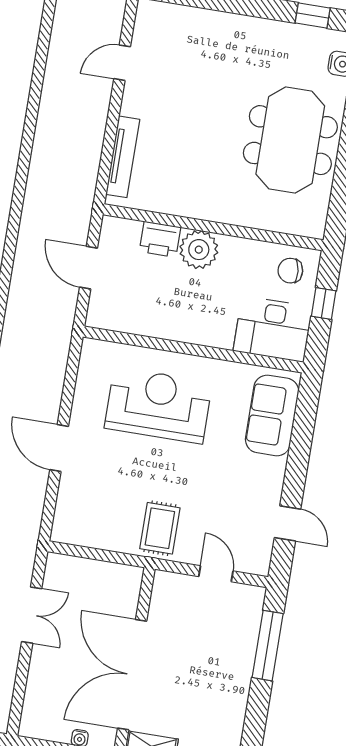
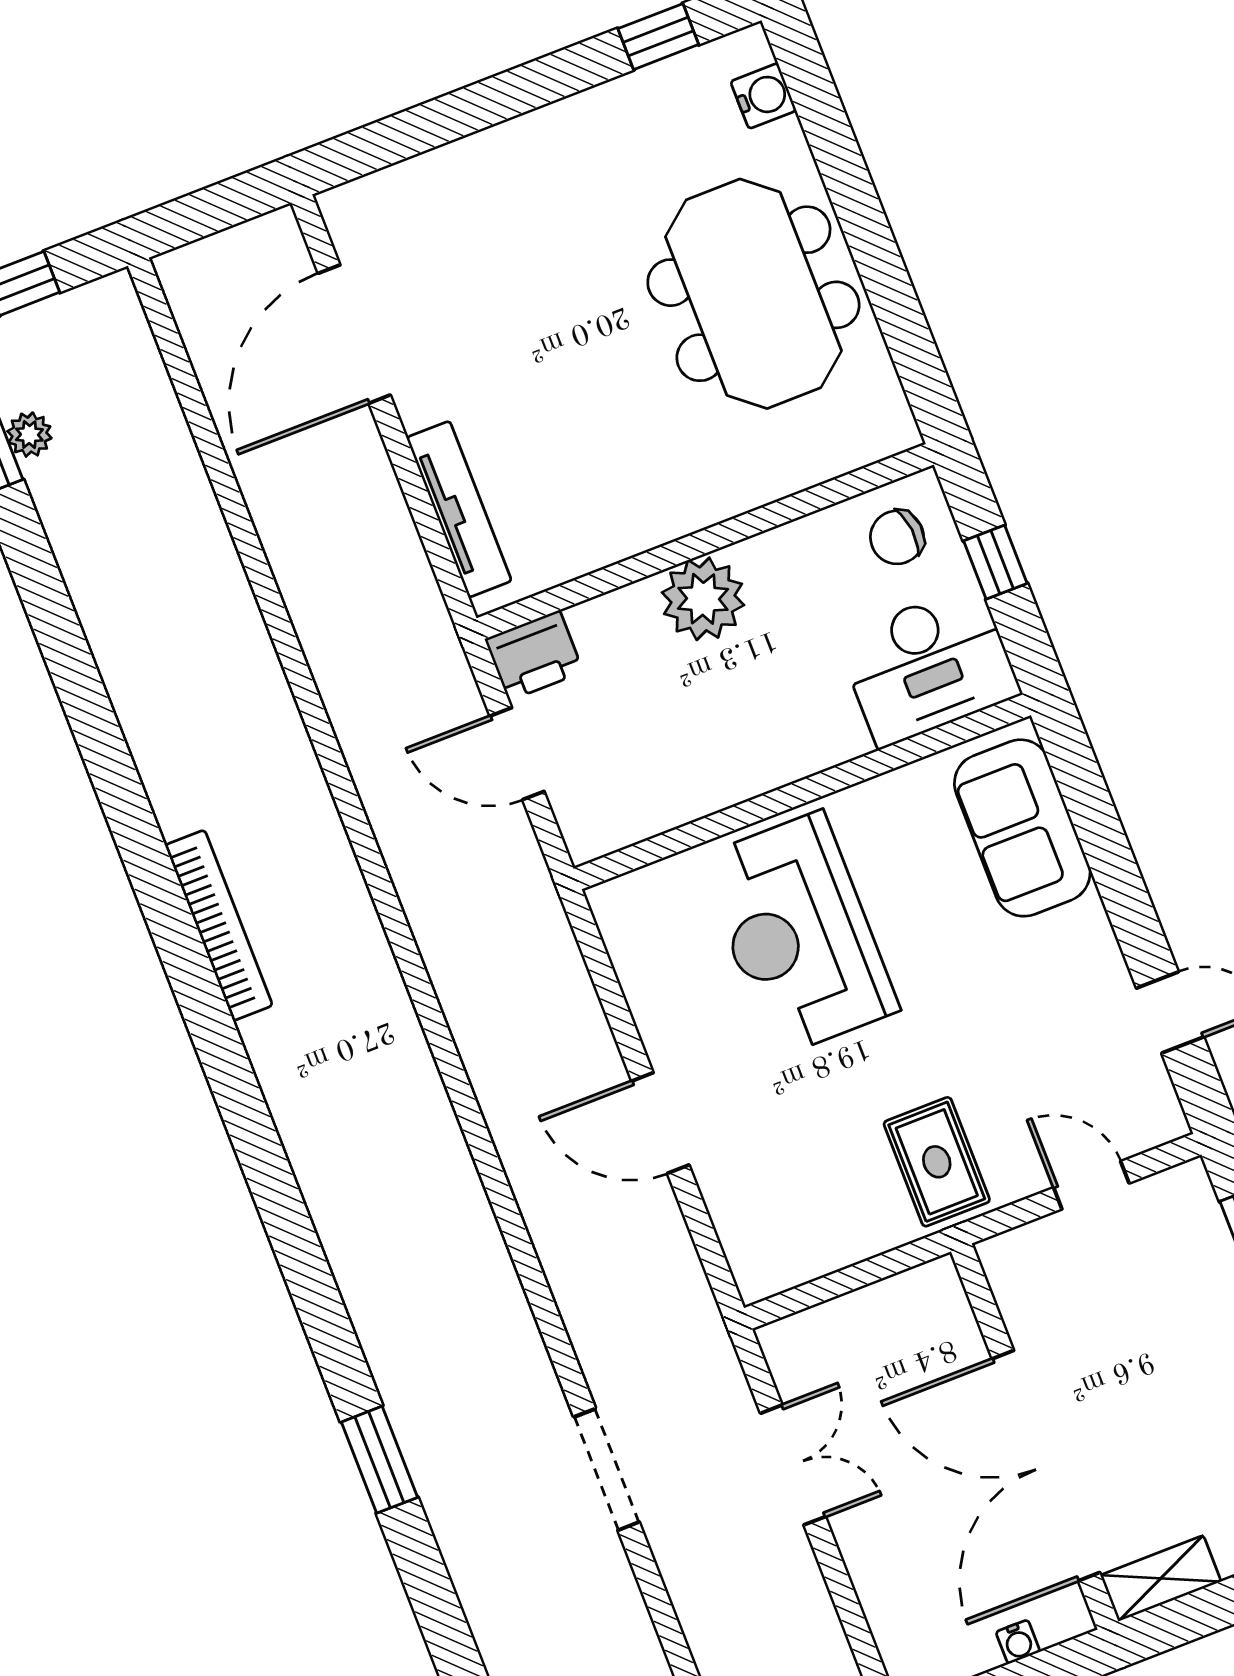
door: (122, 63) -> (354, 334), width x1.87
printer: (160, 239) -> (534, 655), moved
reception desk: (158, 405) -> (799, 934), turned -90

